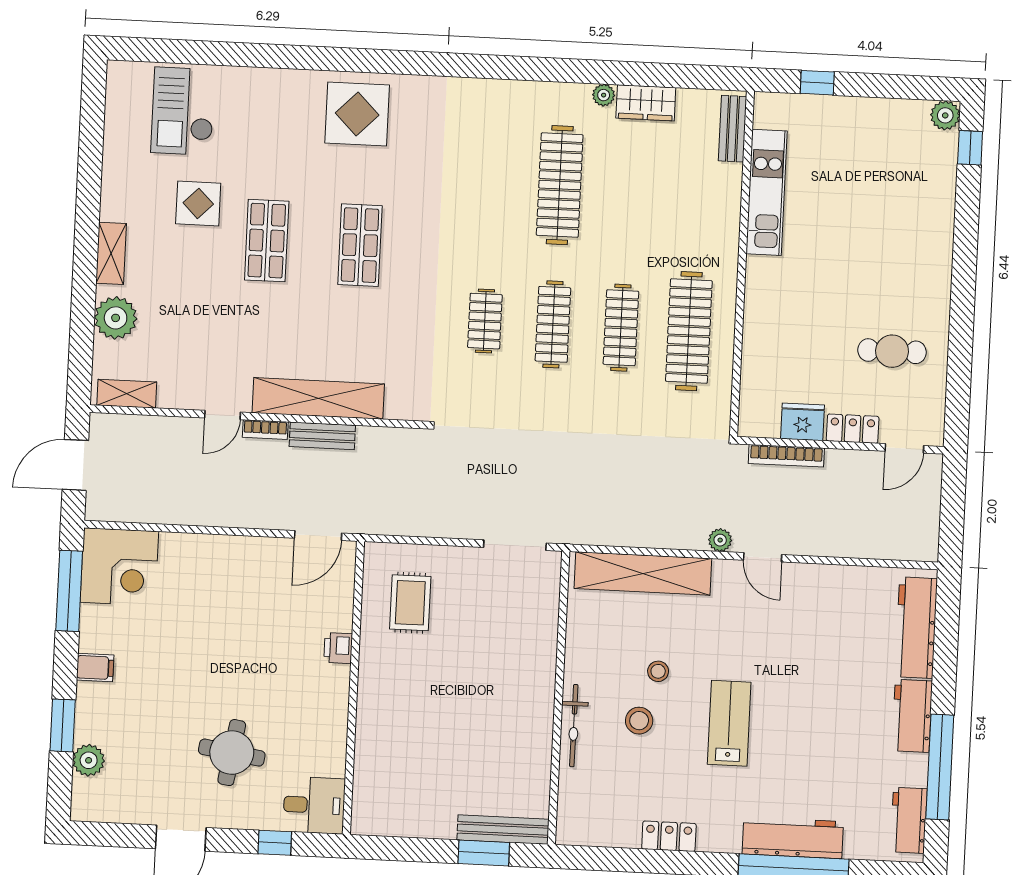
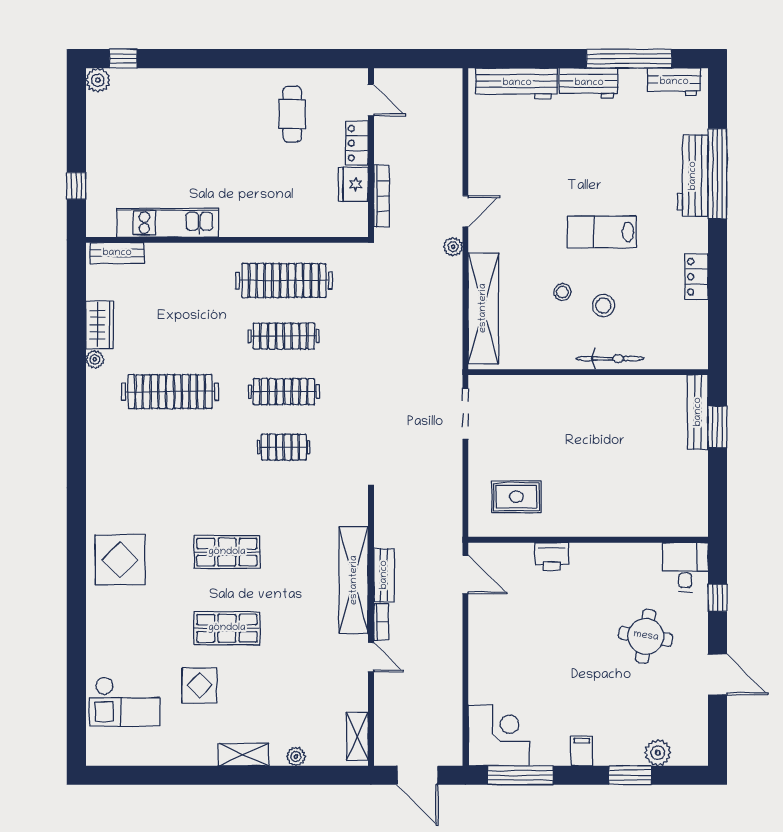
plant: (116, 318) -> (296, 756), width x0.53, depth x0.53
printer: (338, 648) -> (552, 556), width x1.36, depth x1.24

